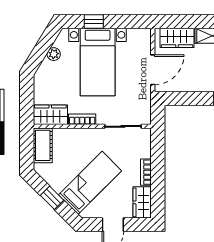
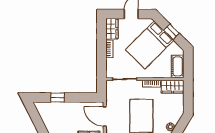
door: (153, 70) -> (105, 117), hinge flipped
bed: (90, 183) -> (150, 45), width x1.50

